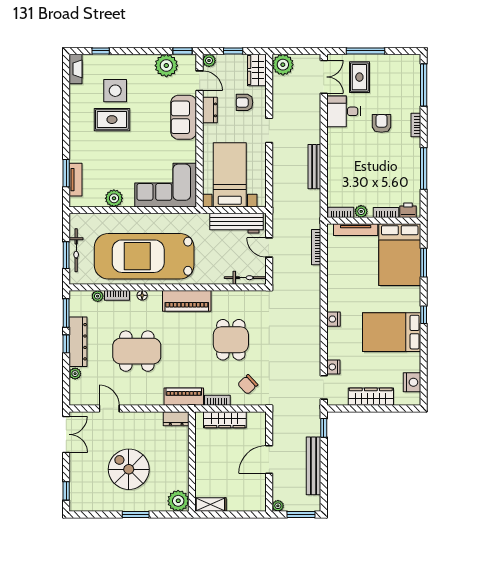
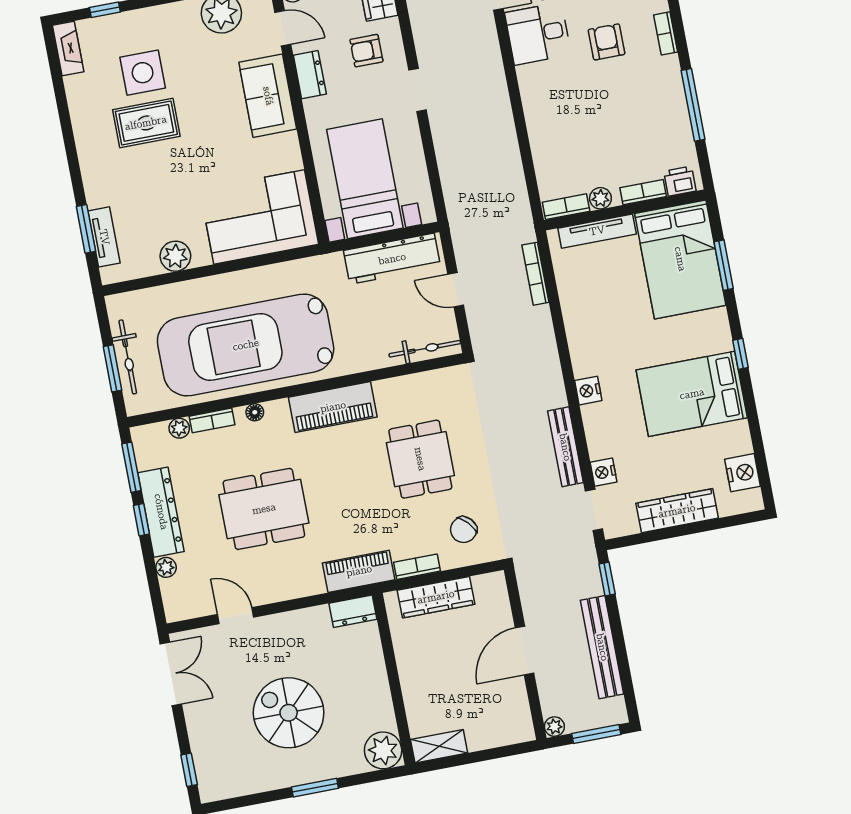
bench: (314, 167) -> (565, 447), moved

